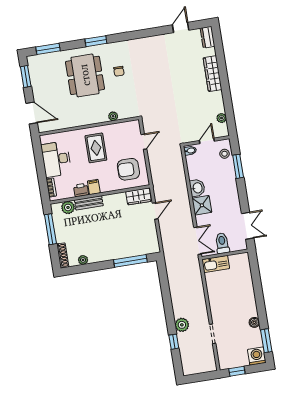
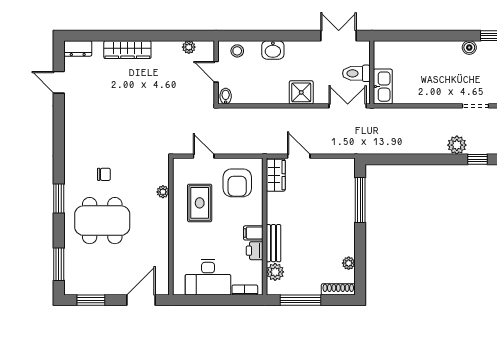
rug: (96, 148) -> (200, 203), moved, turned 90
window: (238, 166) -> (257, 36), removed
washbasin: (197, 188) -> (273, 50), moved, turned 180

